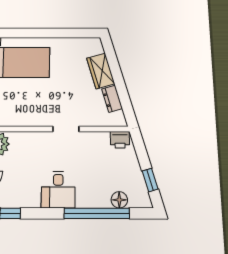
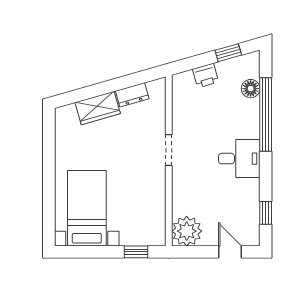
printer: (120, 140) -> (206, 75), moved, turned 74

